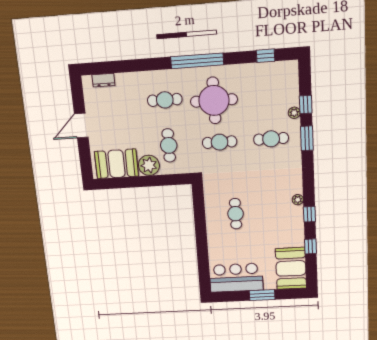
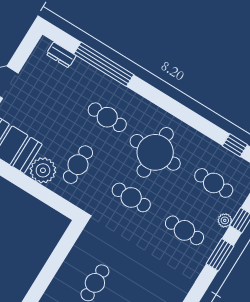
window: (197, 61) -> (104, 64), moved
cafe table: (269, 93) -> (214, 183), added

